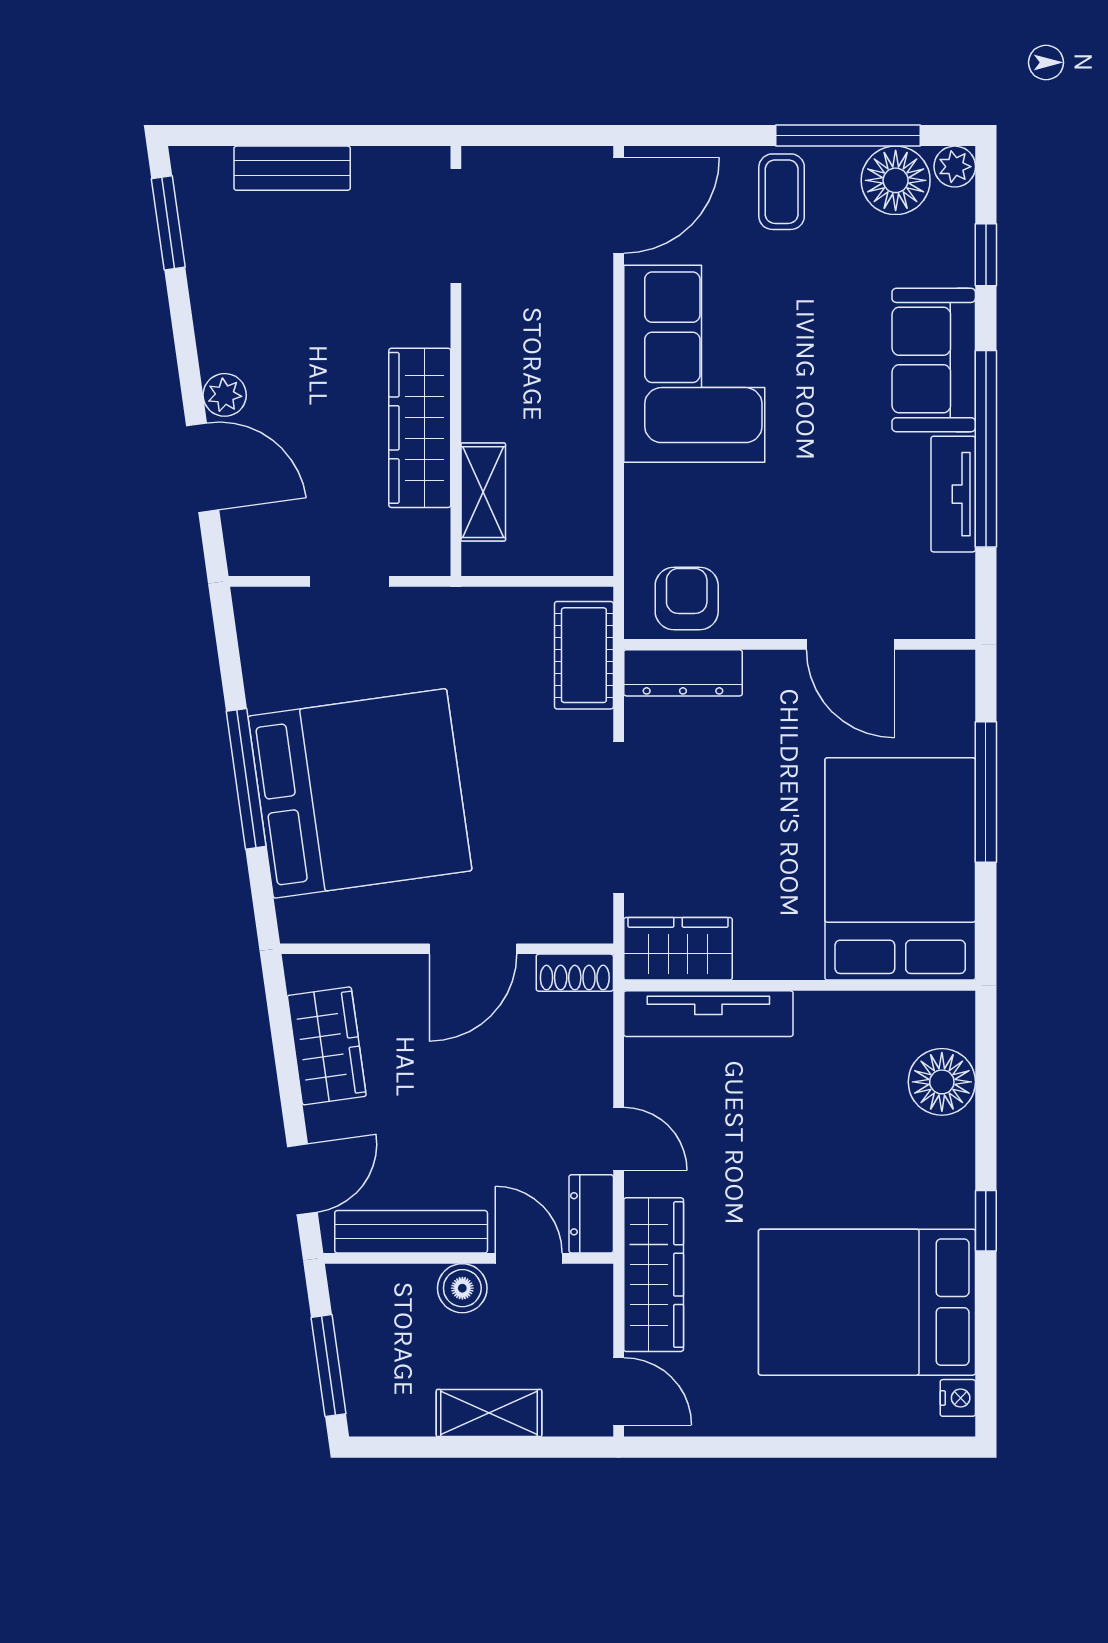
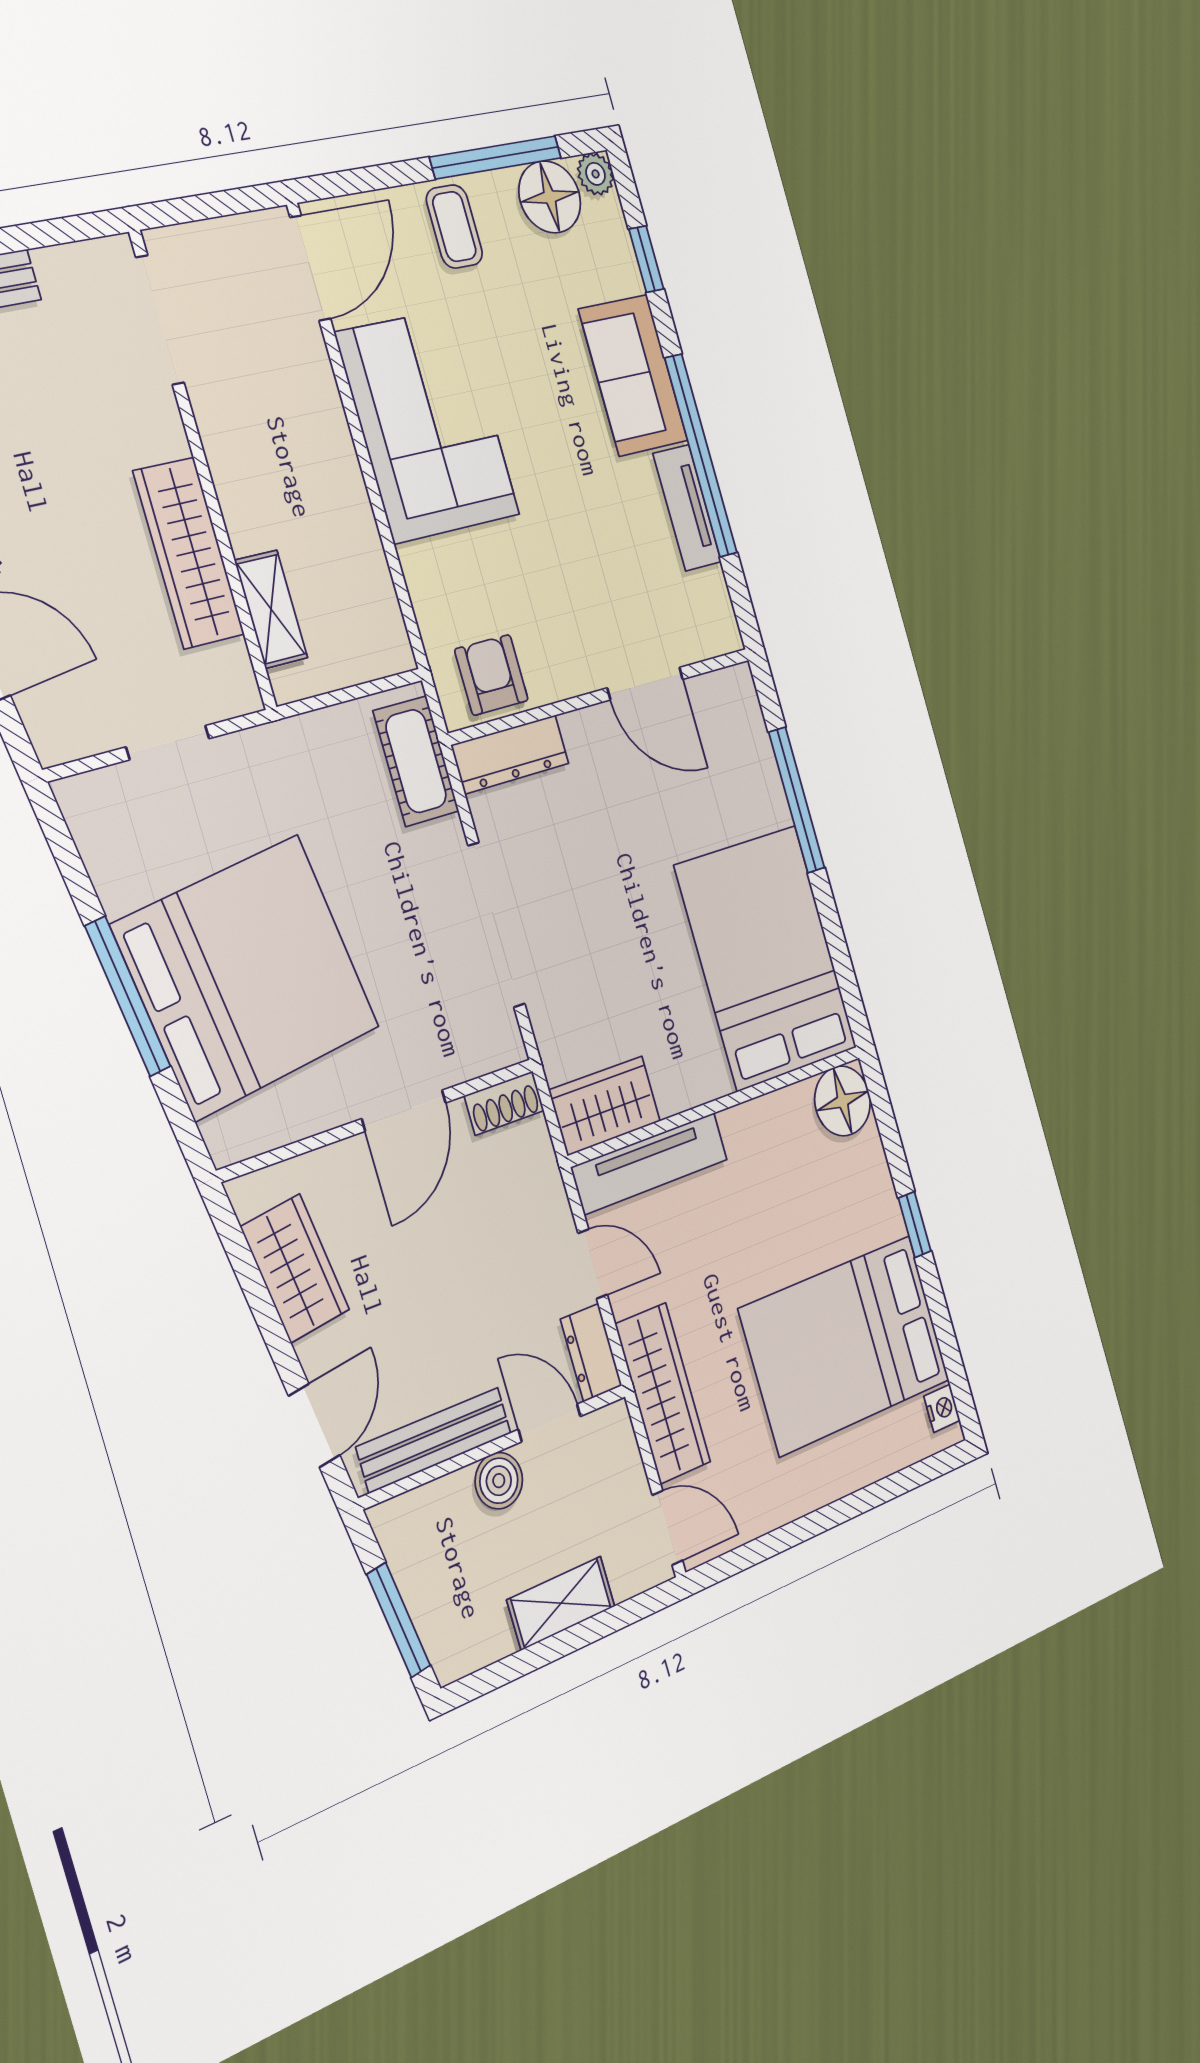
bed: (900, 869) -> (766, 958), moved
wardrobe: (678, 949) -> (605, 1106), moved
wall: (800, 985) -> (718, 1105), moved
tv unit: (708, 1014) -> (650, 1163), moved

